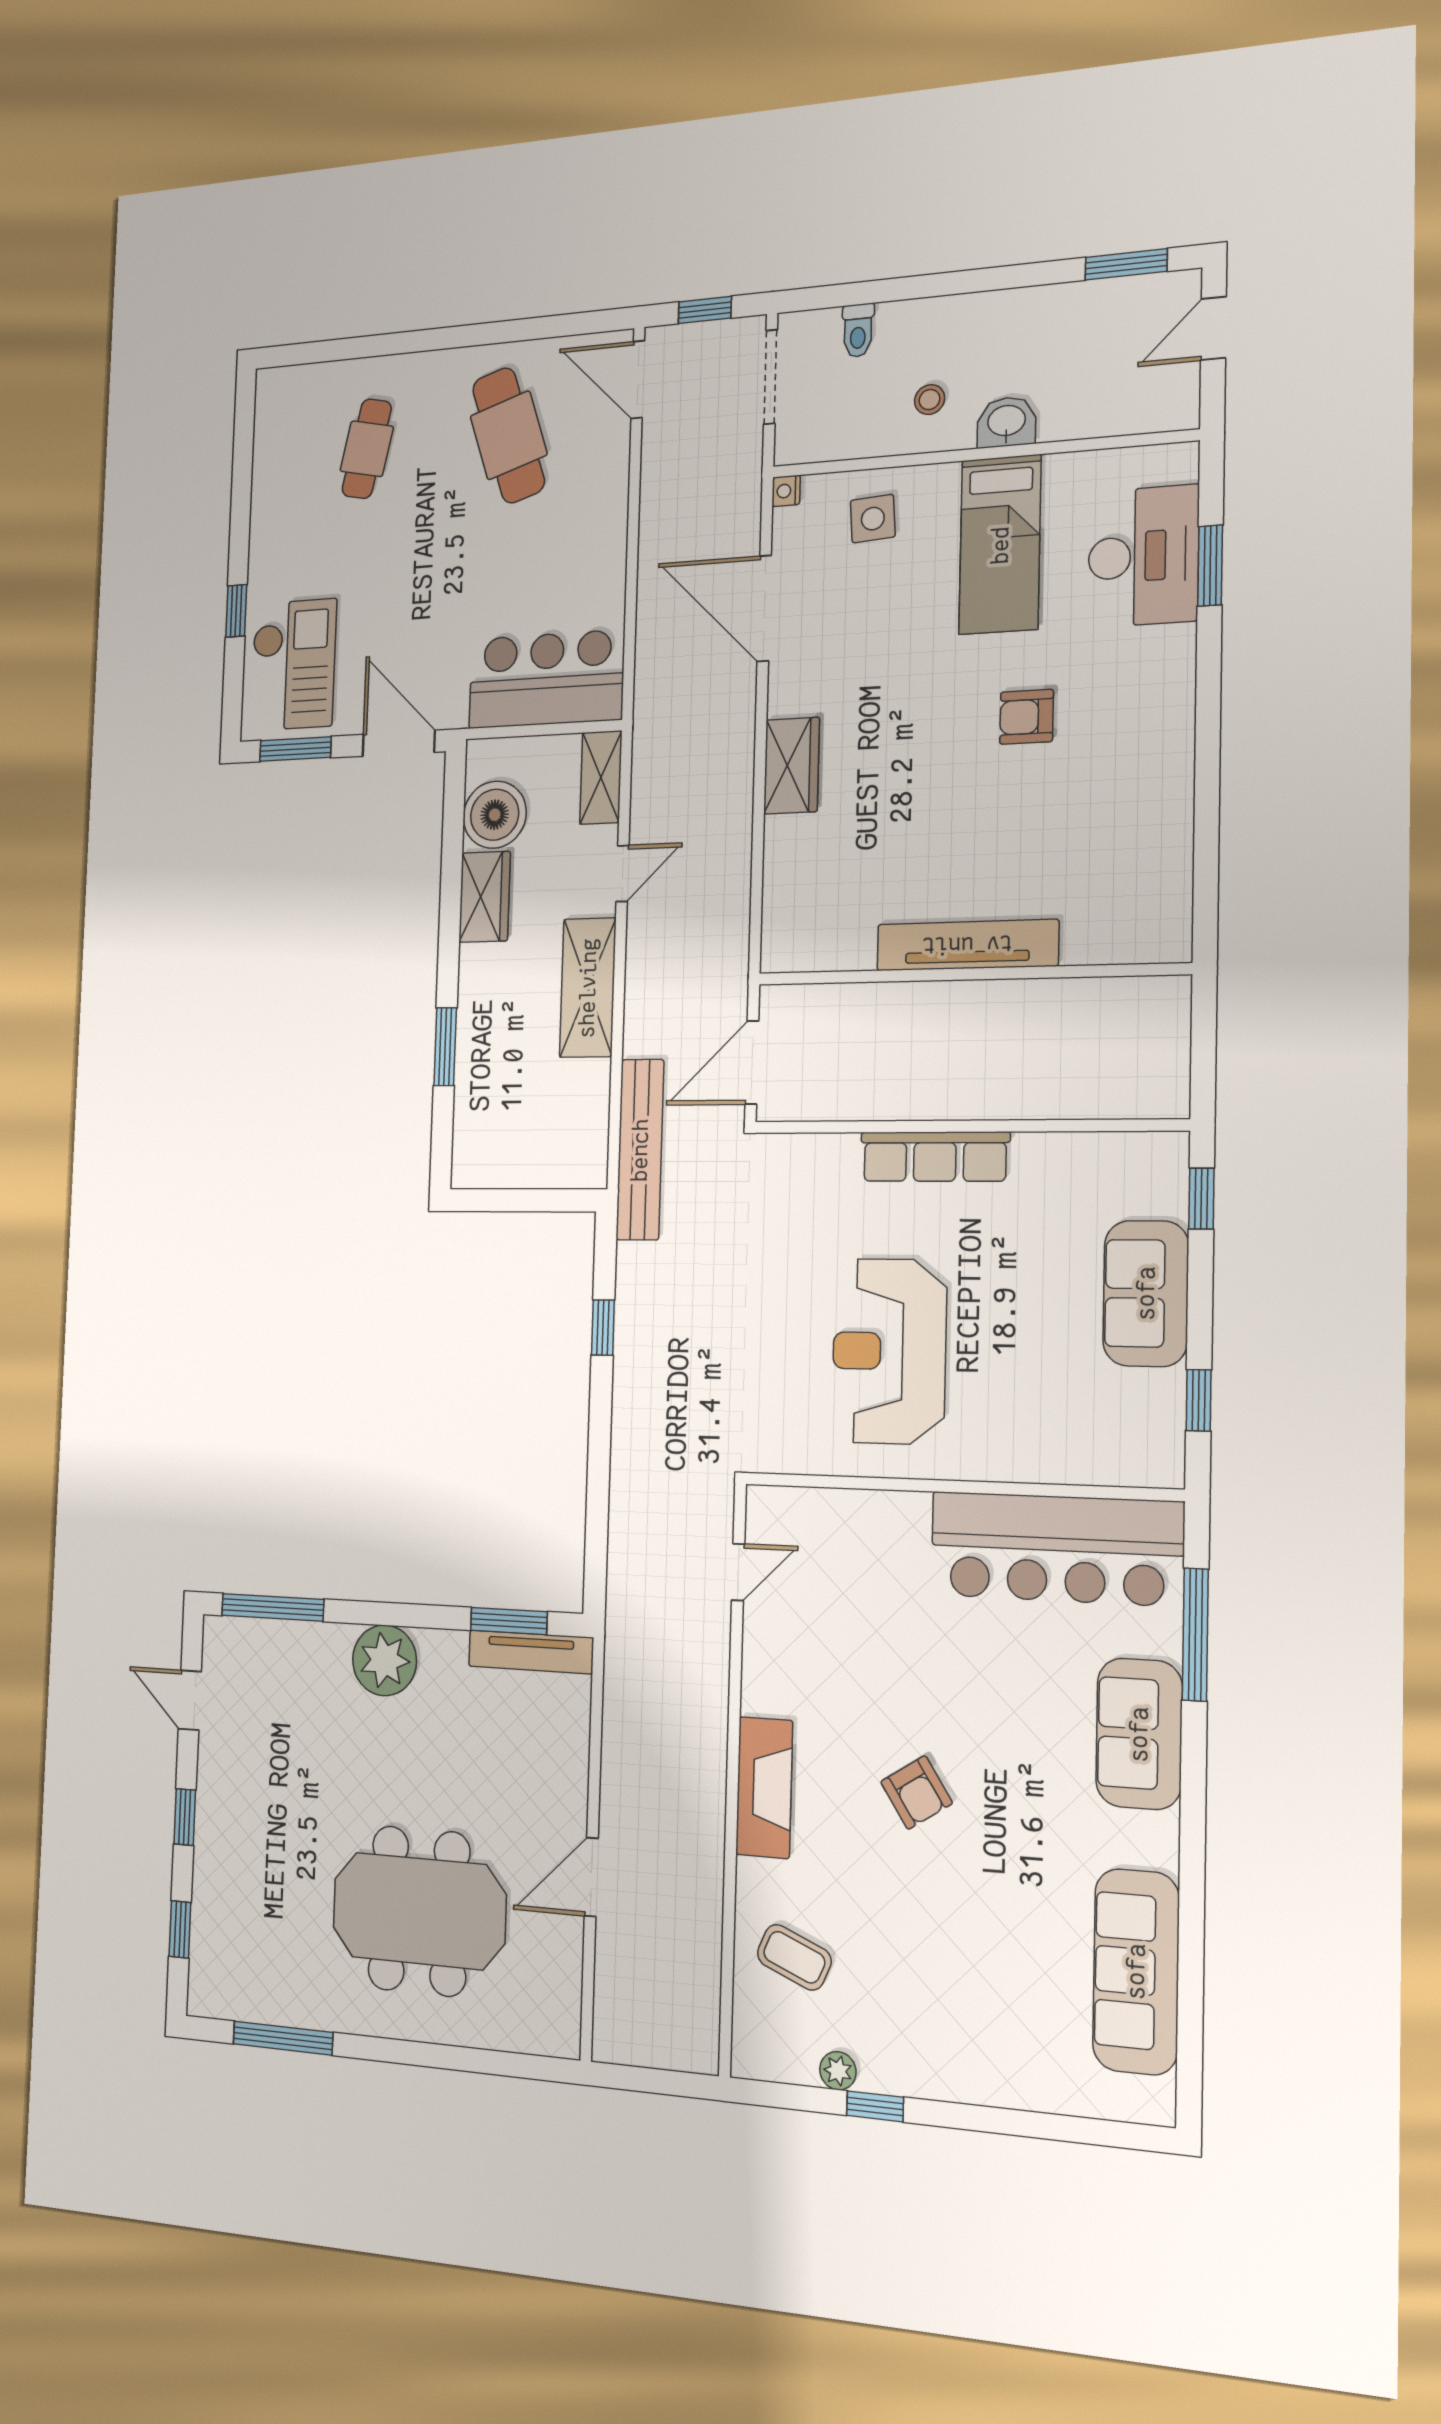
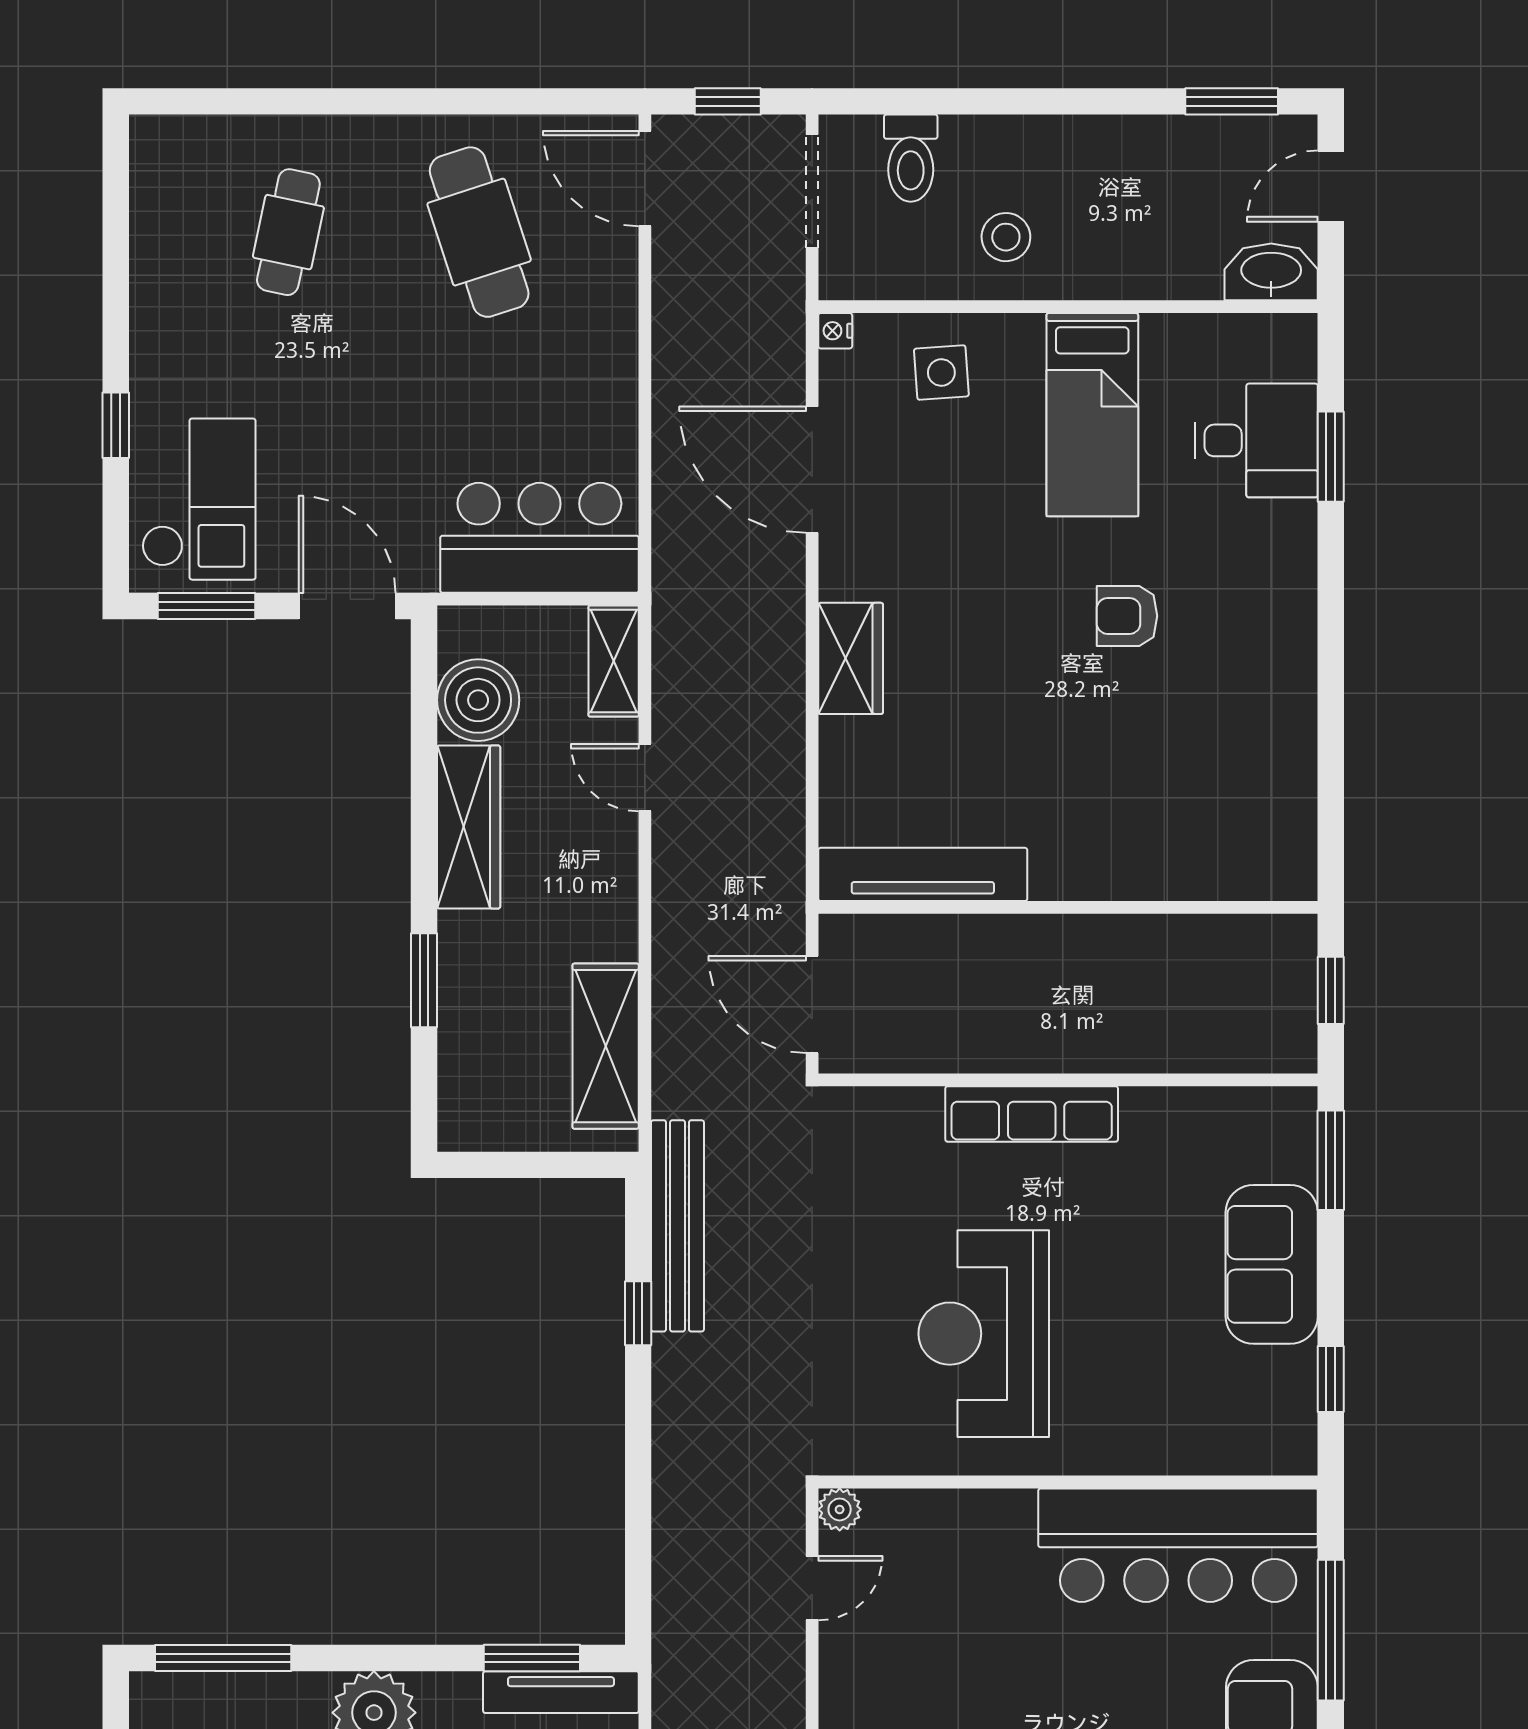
toilet: (858, 330) -> (911, 158), width x1.37, depth x1.39
stool: (930, 400) -> (1006, 237), width x1.37, depth x1.37
washbasin: (1006, 422) -> (1271, 272), moved, width x1.38
desk: (1143, 556) -> (1256, 440), width x0.73
door: (622, 874) -> (645, 778), swing flipped
wardrobe: (485, 897) -> (469, 827), width x1.50
tv unit: (967, 945) -> (923, 874), moved
shelving: (588, 988) -> (606, 1046), moved
window: (1204, 1044) -> (1331, 990), added
door: (752, 1062) -> (812, 1004), hinge flipped
bench: (640, 1150) -> (678, 1226), moved
window: (1201, 1199) -> (1331, 1160), width x1.50
plant: (763, 1504) -> (840, 1509), added

